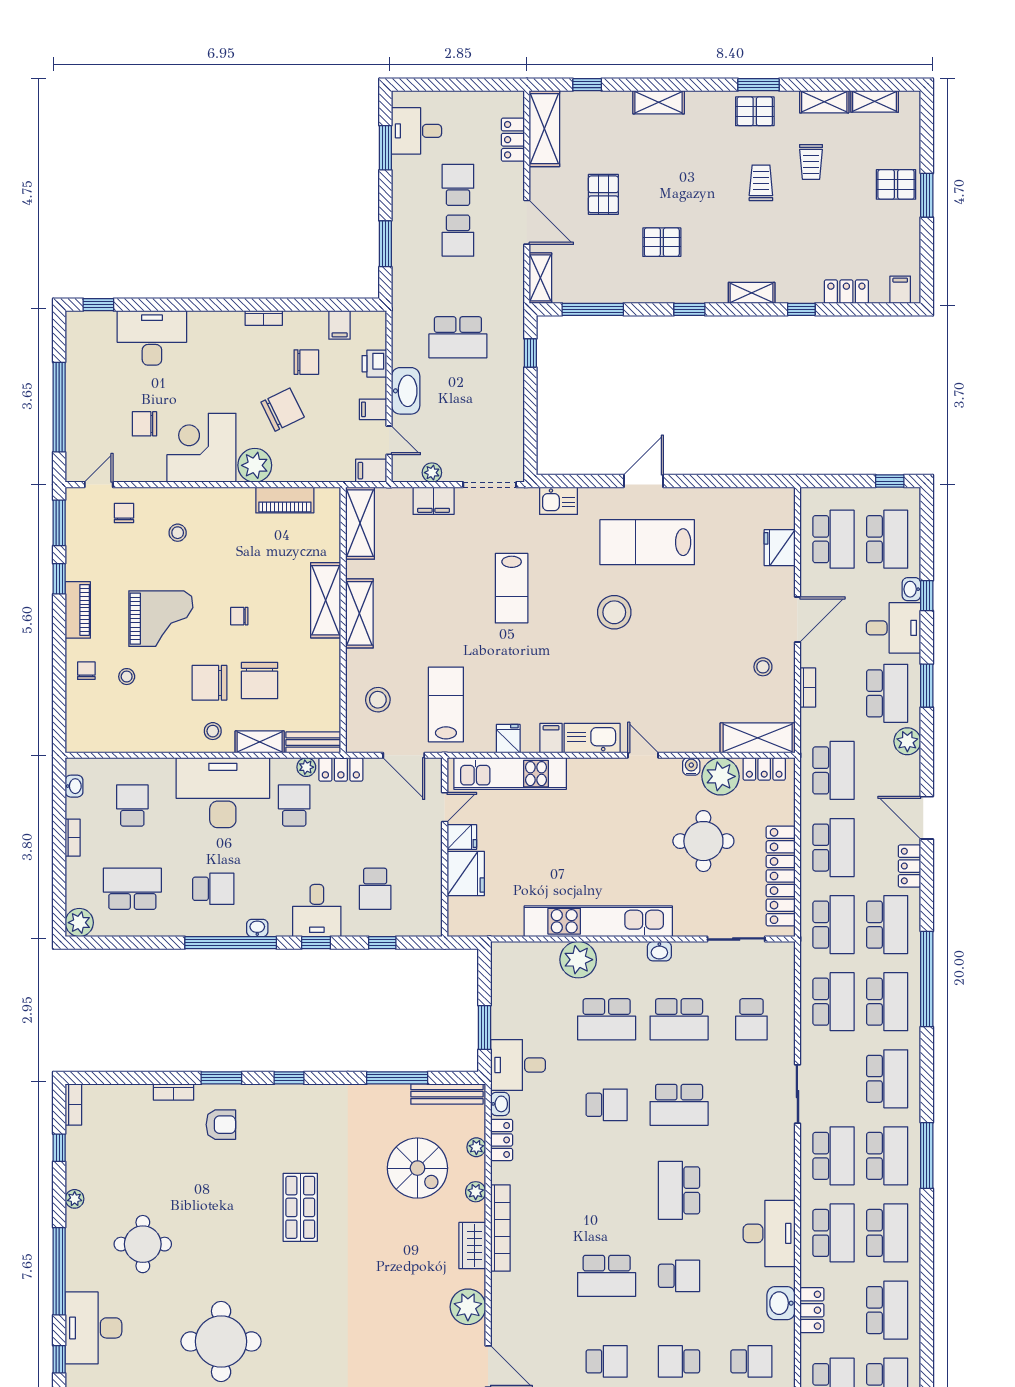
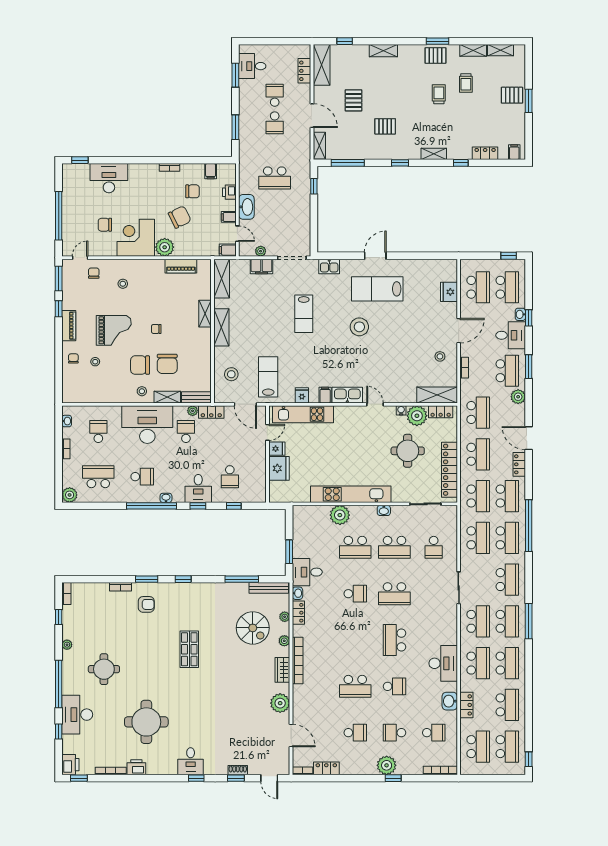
shelving: (326, 600) -> (205, 314), width x0.67, depth x0.75

